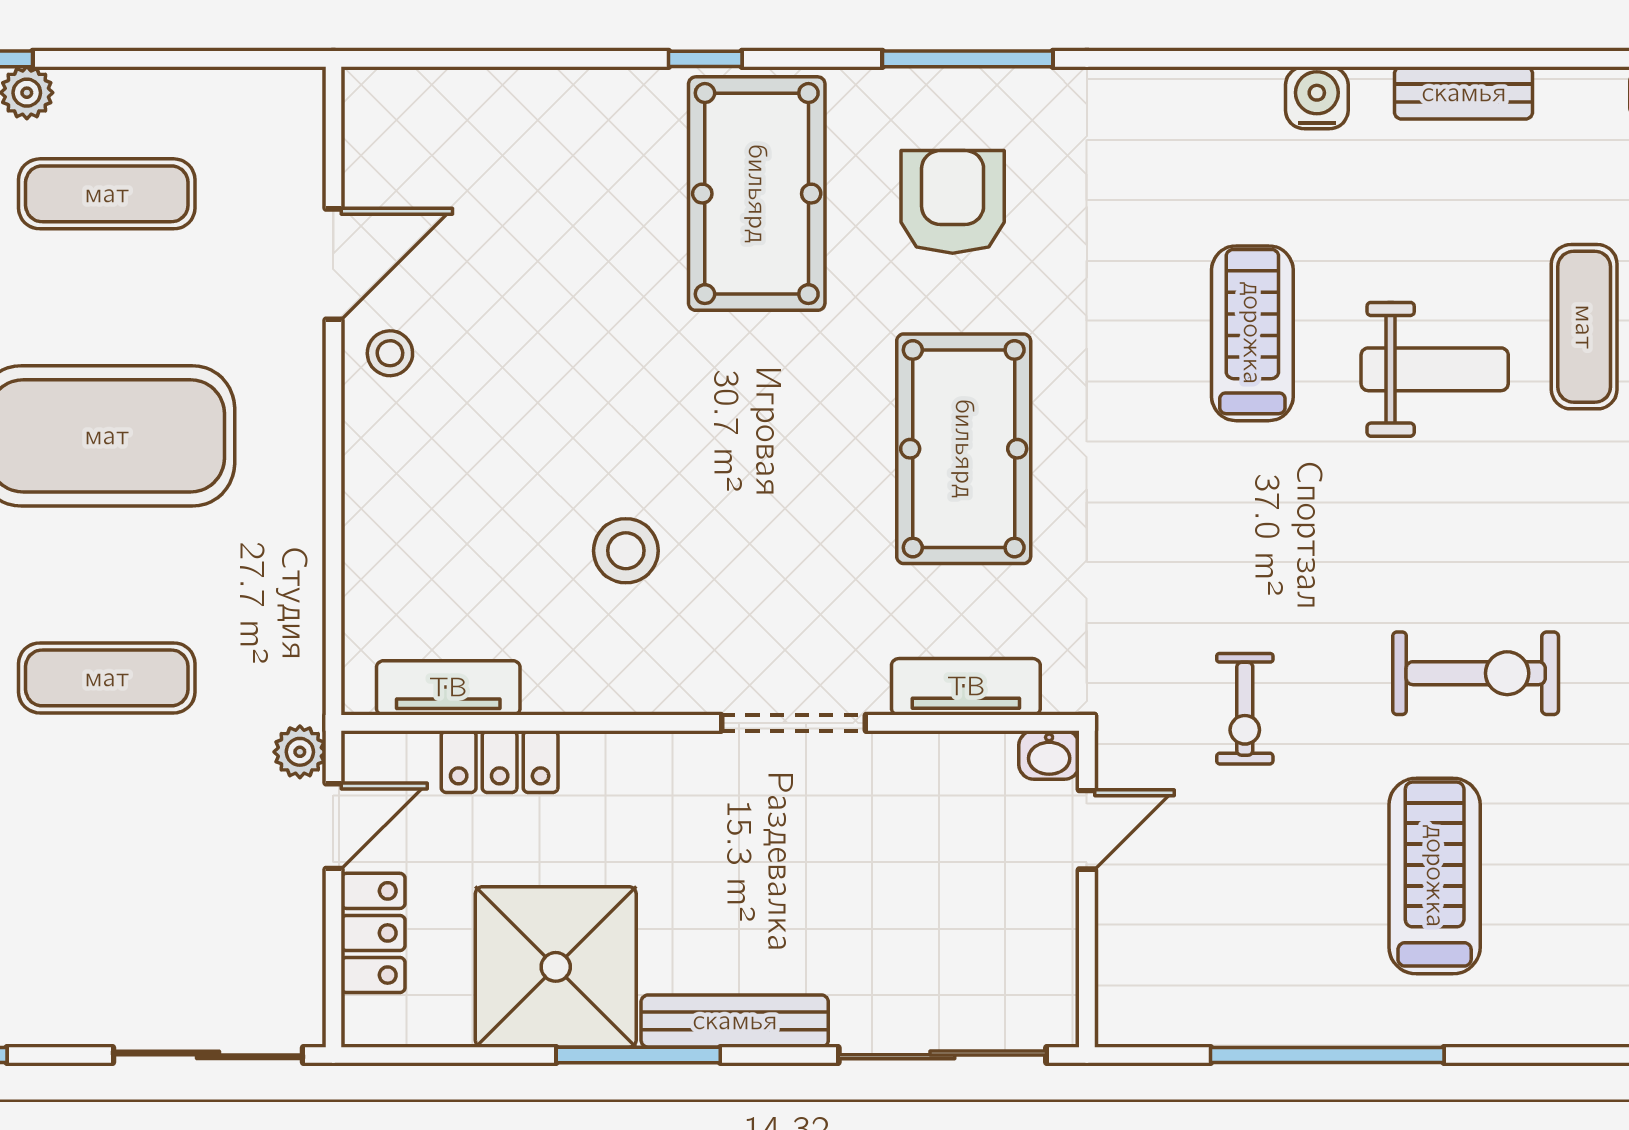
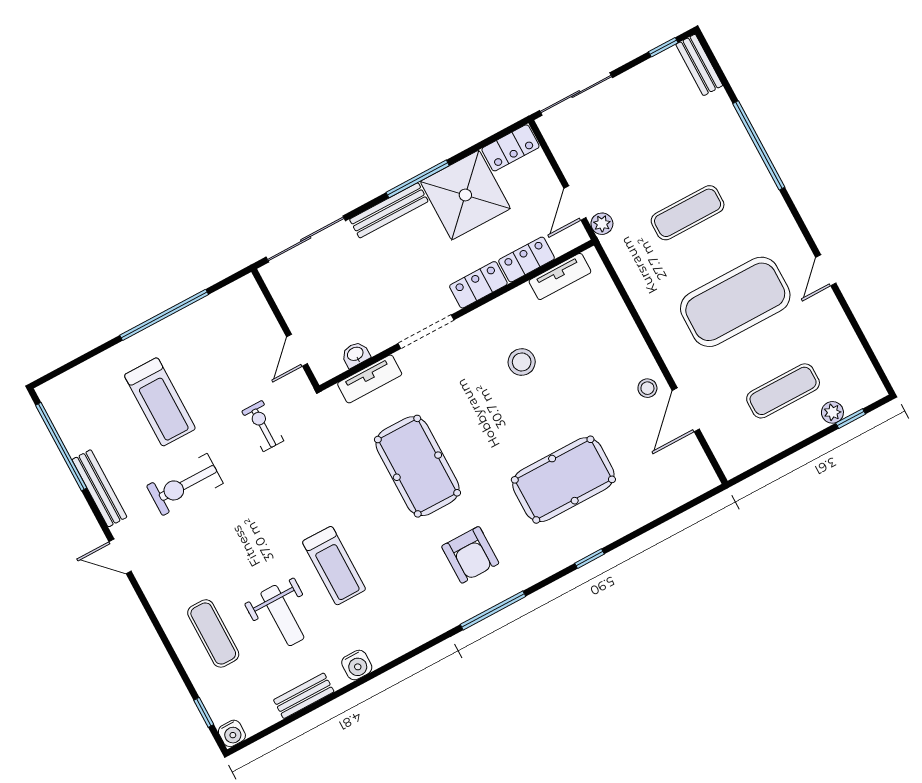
pool table: (757, 194) -> (563, 480), moved, turned 90
weight bench: (1435, 369) -> (282, 616), moved, turned -90
washbasin: (1049, 755) -> (355, 354), moved
locker: (630, 763) -> (478, 285), added
locker: (373, 933) -> (510, 148), moved, turned -90

